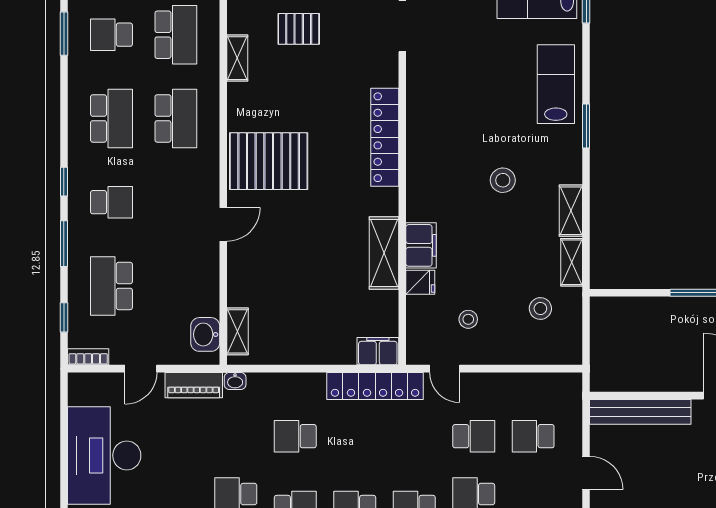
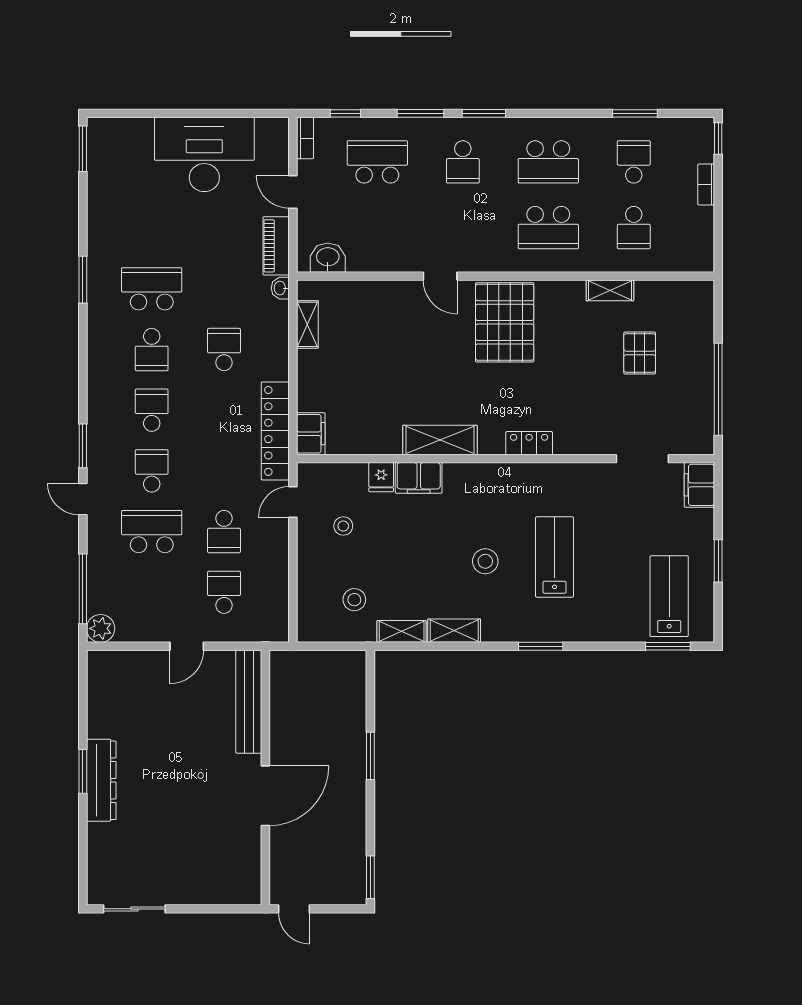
school desk: (176, 35) -> (634, 228), width x0.54
lab bench: (556, 84) -> (555, 557), moved, turned -90
locker: (385, 137) -> (529, 443), width x0.46, depth x0.83
window: (64, 182) -> (484, 113), width x1.50
shelving: (384, 253) -> (440, 440), moved
shelving: (238, 331) -> (307, 324), moved, turned 90

